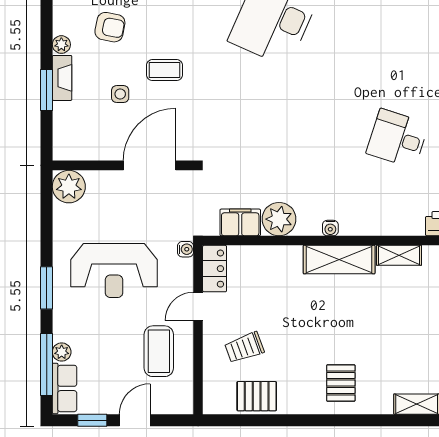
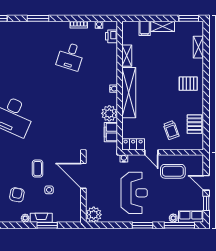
shelving: (339, 260) -> (129, 93), width x1.47

